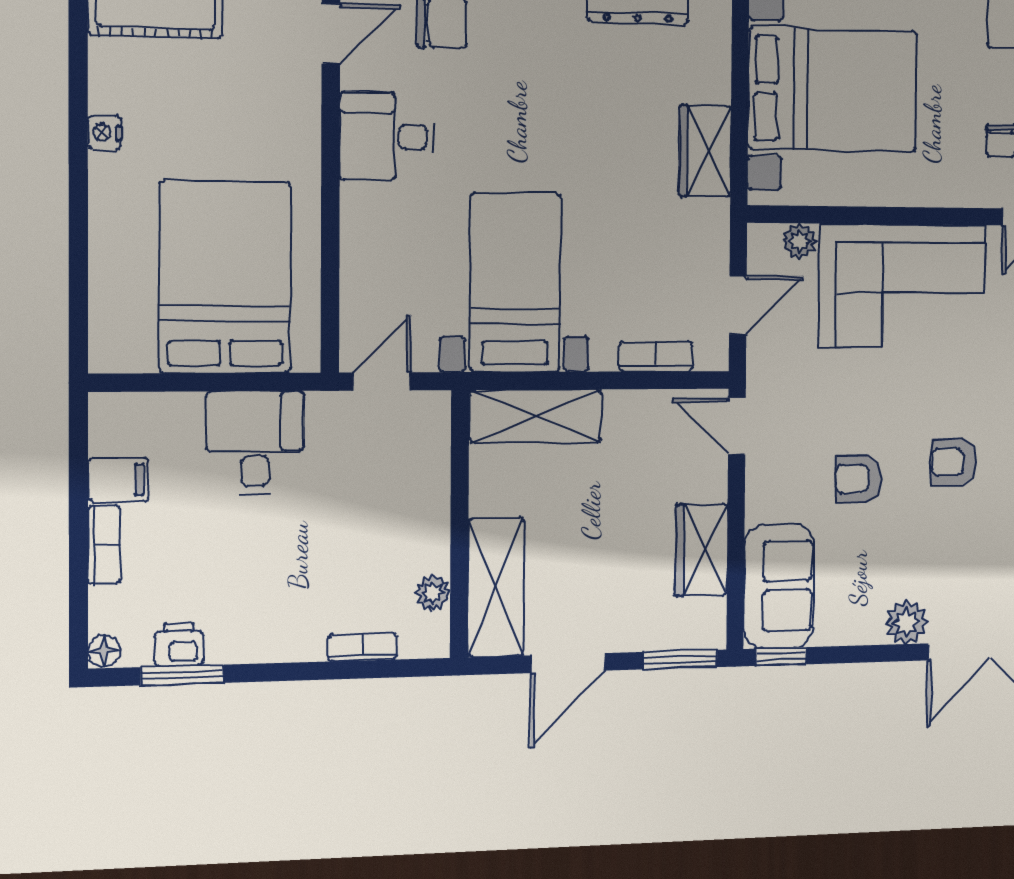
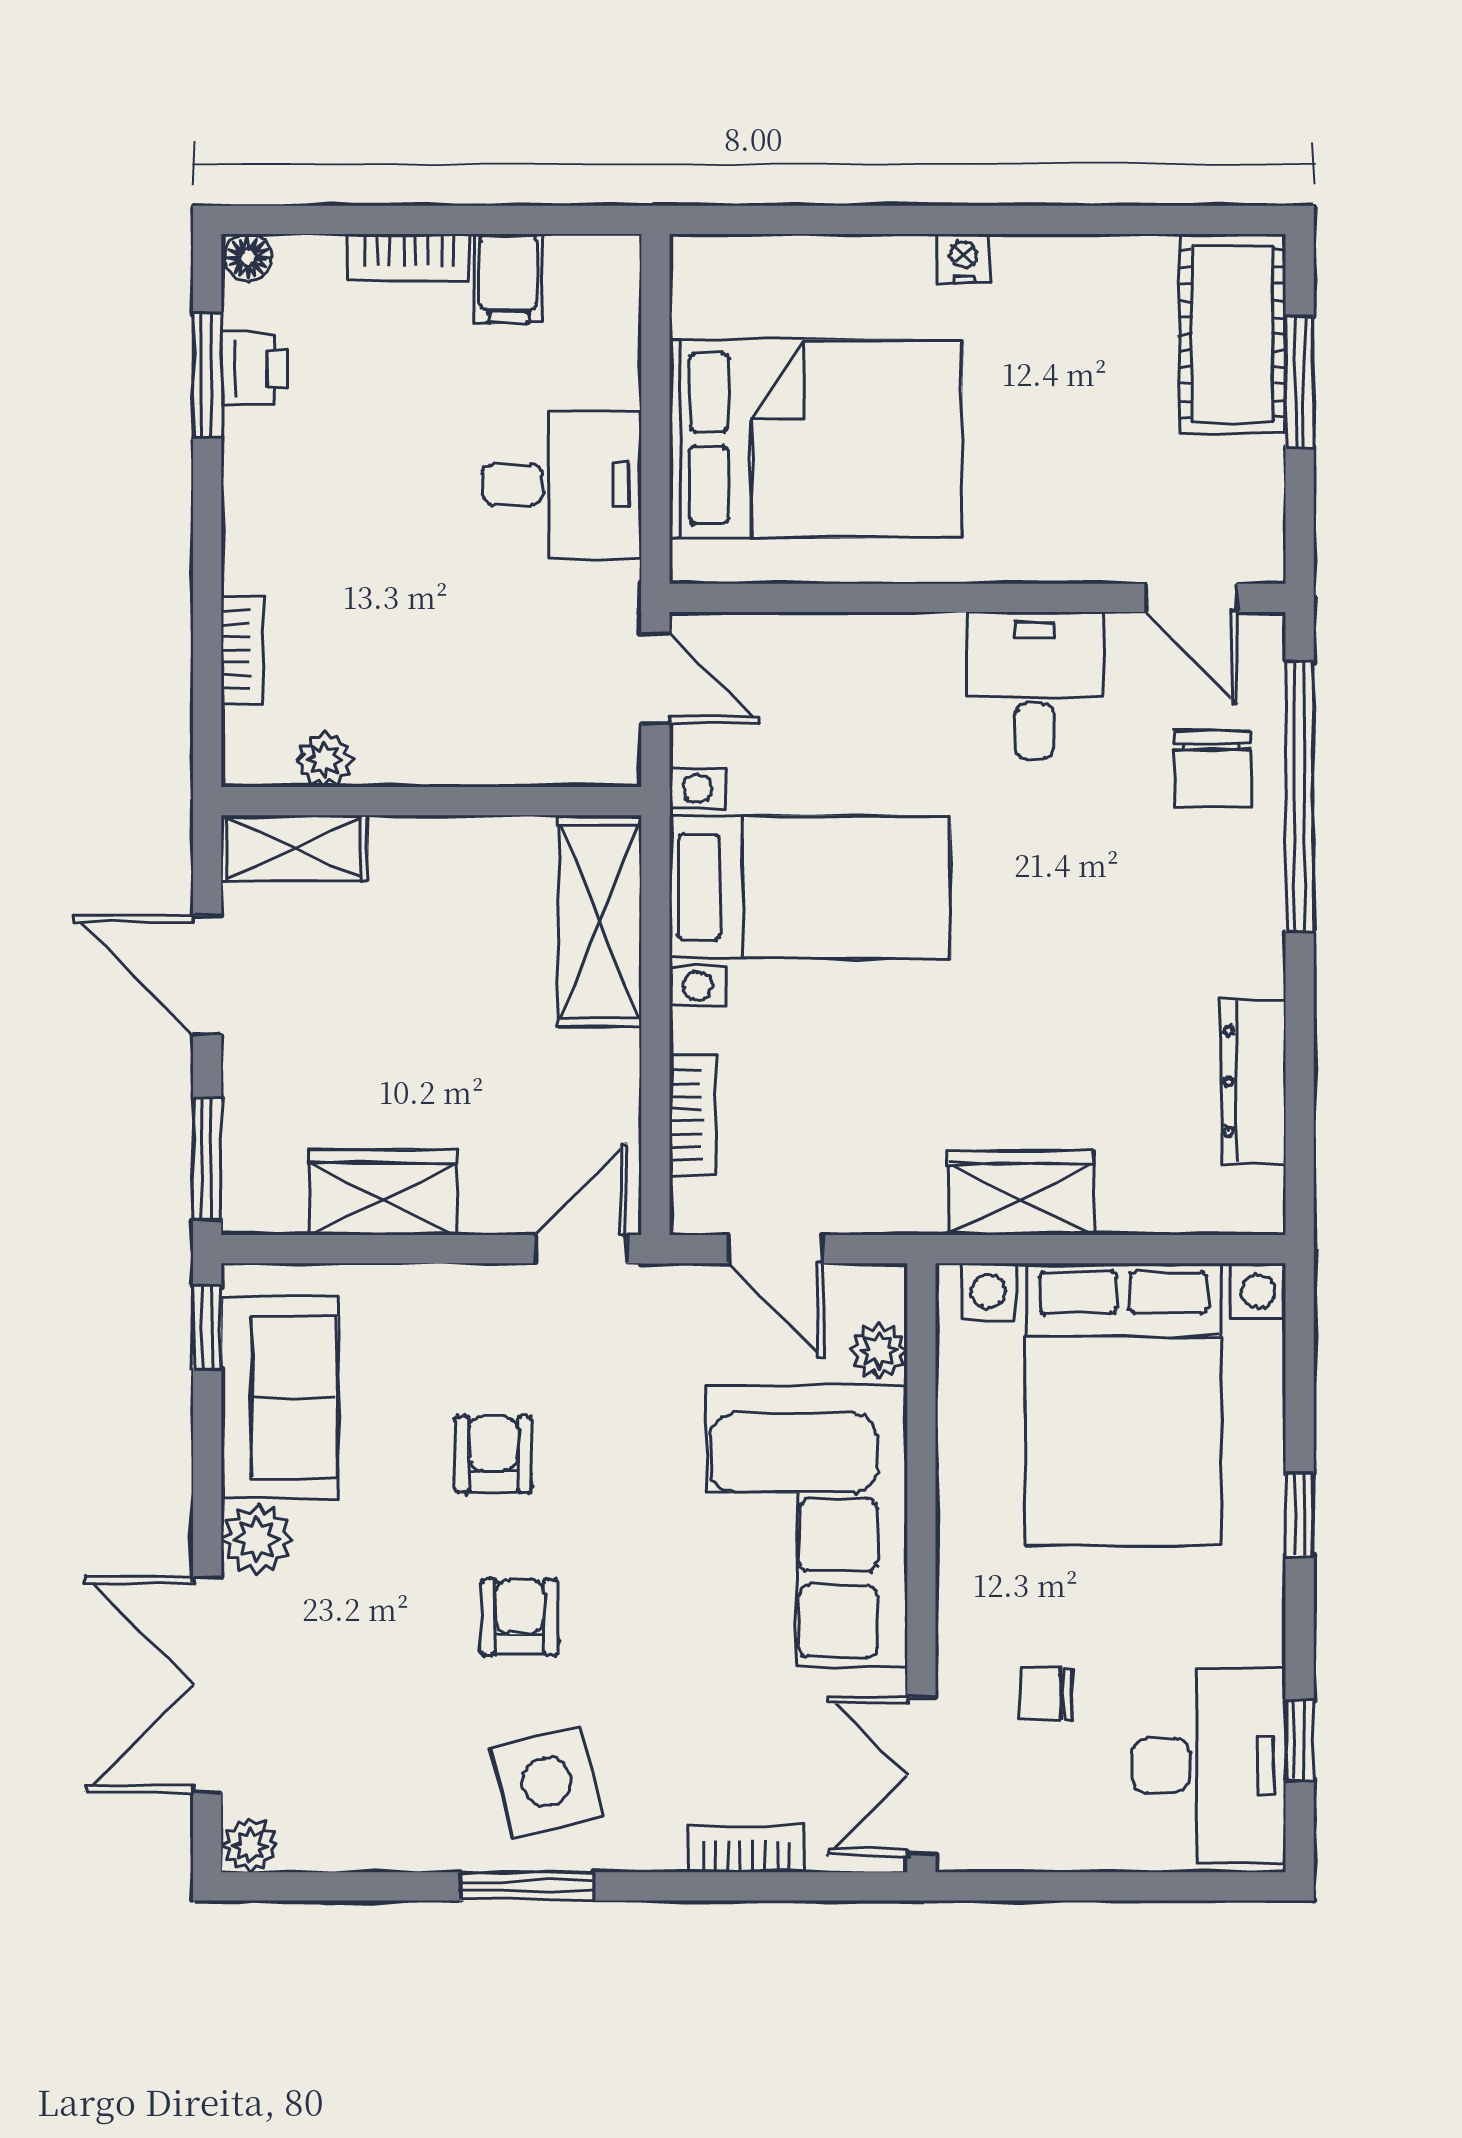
nightstand: (104, 133) -> (964, 258), moved
sofa: (779, 586) -> (279, 1397), moved, turned -90
shelving: (496, 587) -> (294, 848), width x0.67, depth x0.75

